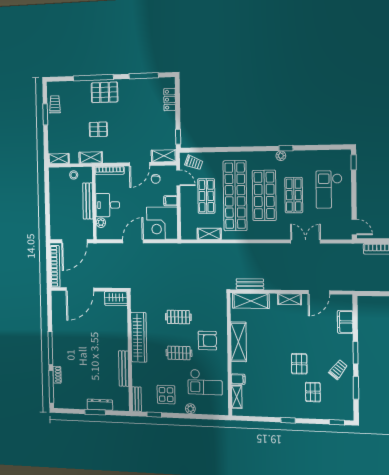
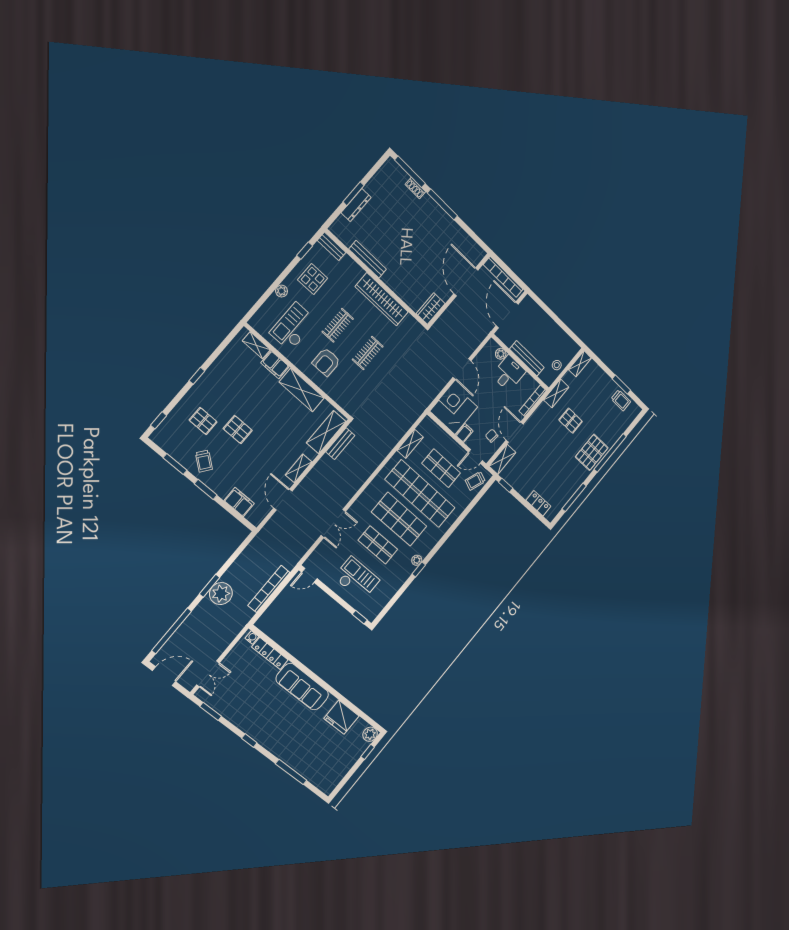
pallet: (98, 129) -> (571, 421), turned 90
filing cabinet: (238, 379) -> (275, 365), width x2.00

